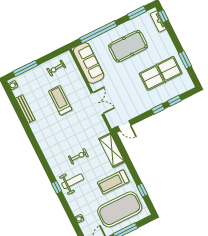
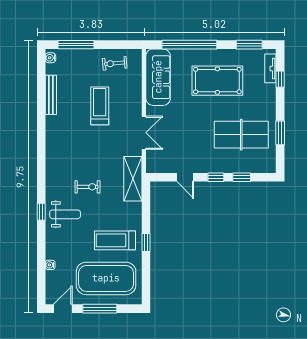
window: (163, 16) -> (280, 79), moved
door: (124, 126) -> (185, 177), moved
shelving: (112, 150) -> (133, 179), moved
window: (142, 190) -> (146, 242), moved

